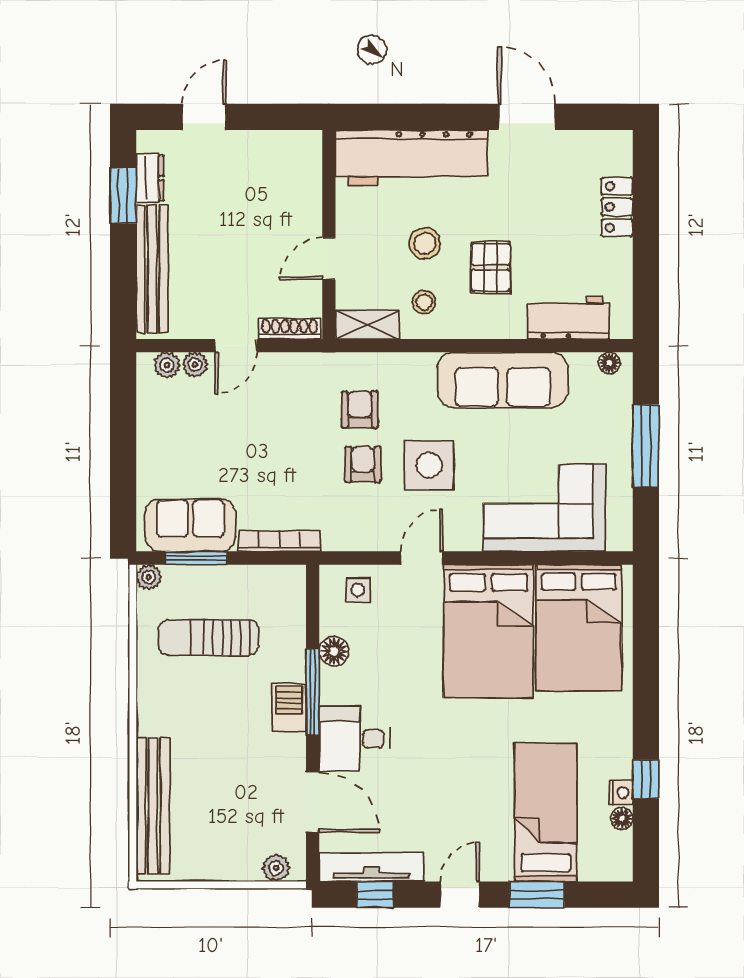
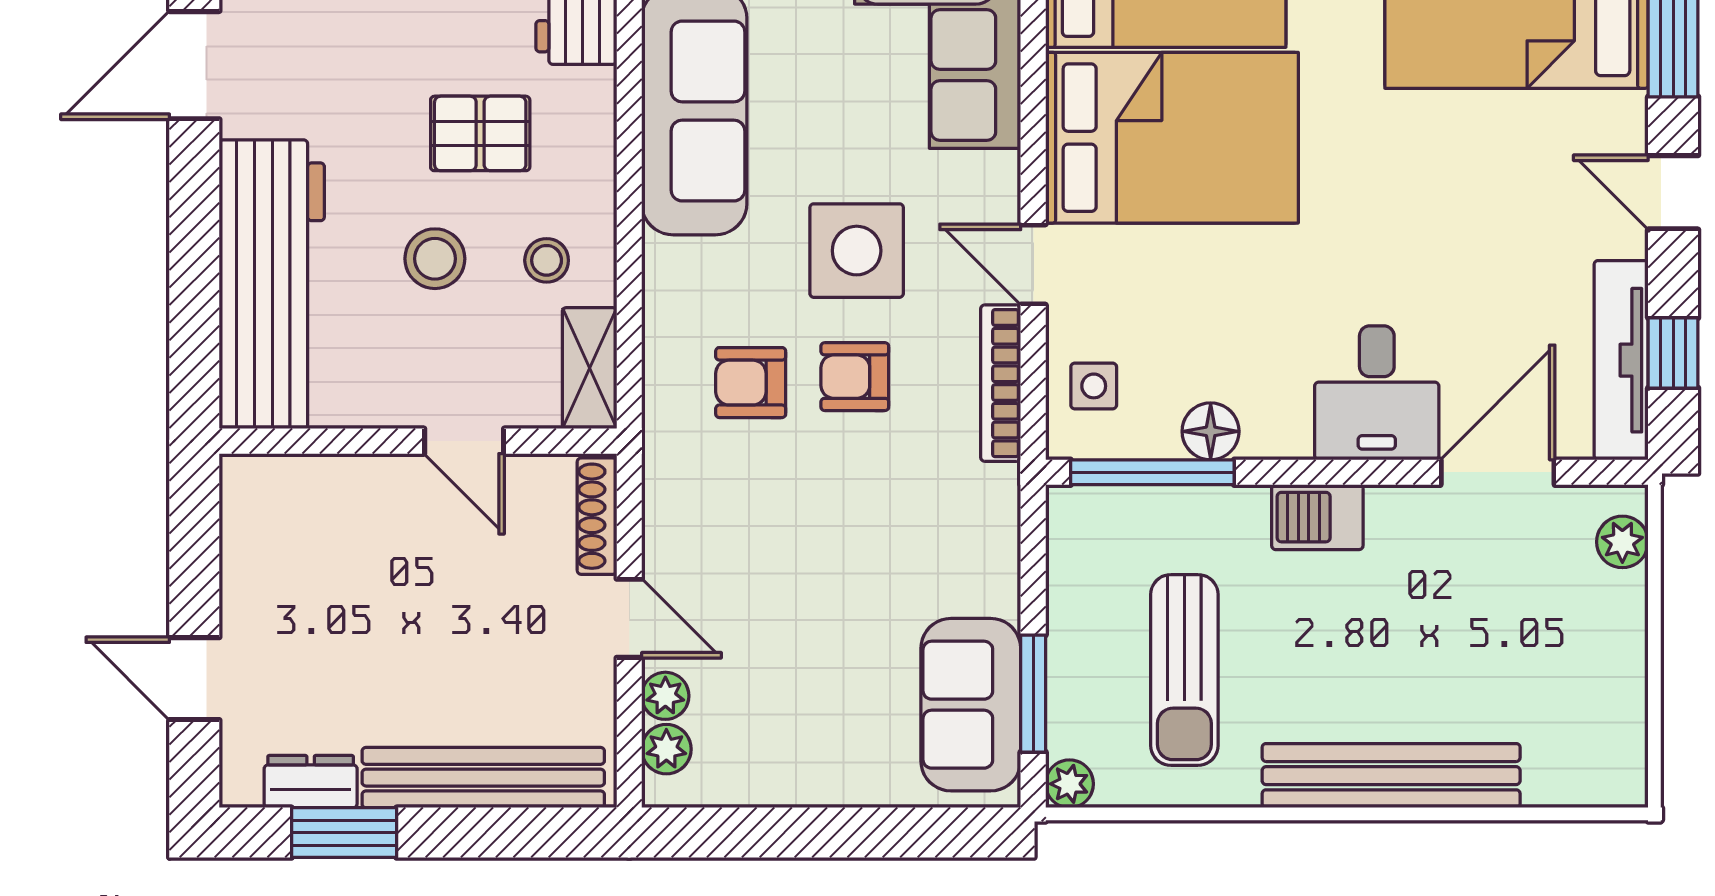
bookcase: (279, 541) -> (1001, 383), moved
window: (313, 692) -> (1152, 472), moved
bench: (153, 806) -> (1391, 776), moved

